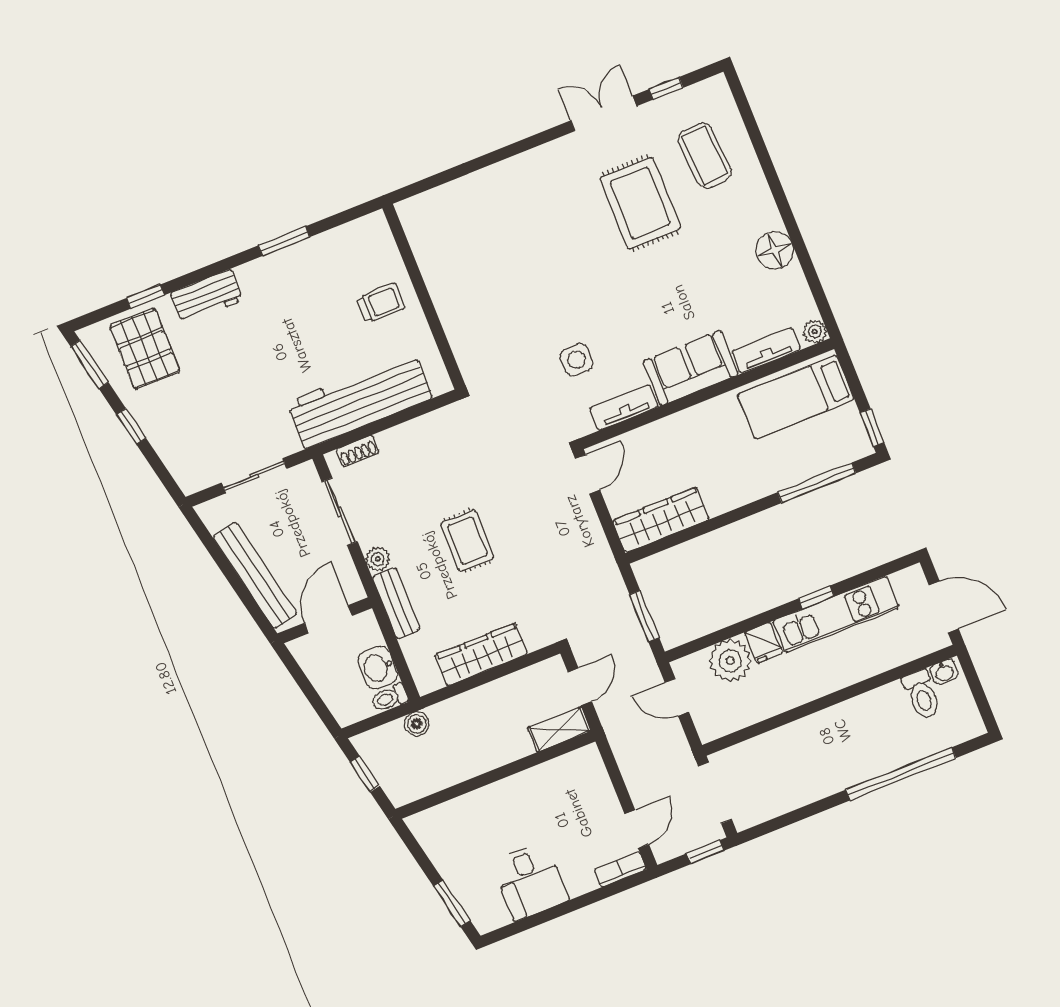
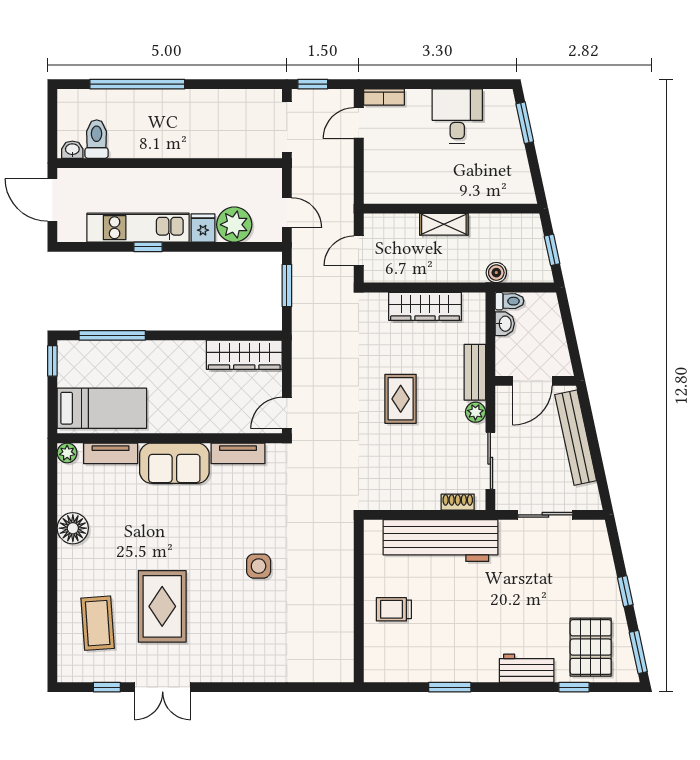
side table: (577, 360) -> (259, 566), moved
washbasin: (378, 668) -> (505, 324), width x0.72, depth x0.69
shelving: (559, 729) -> (444, 224), moved

